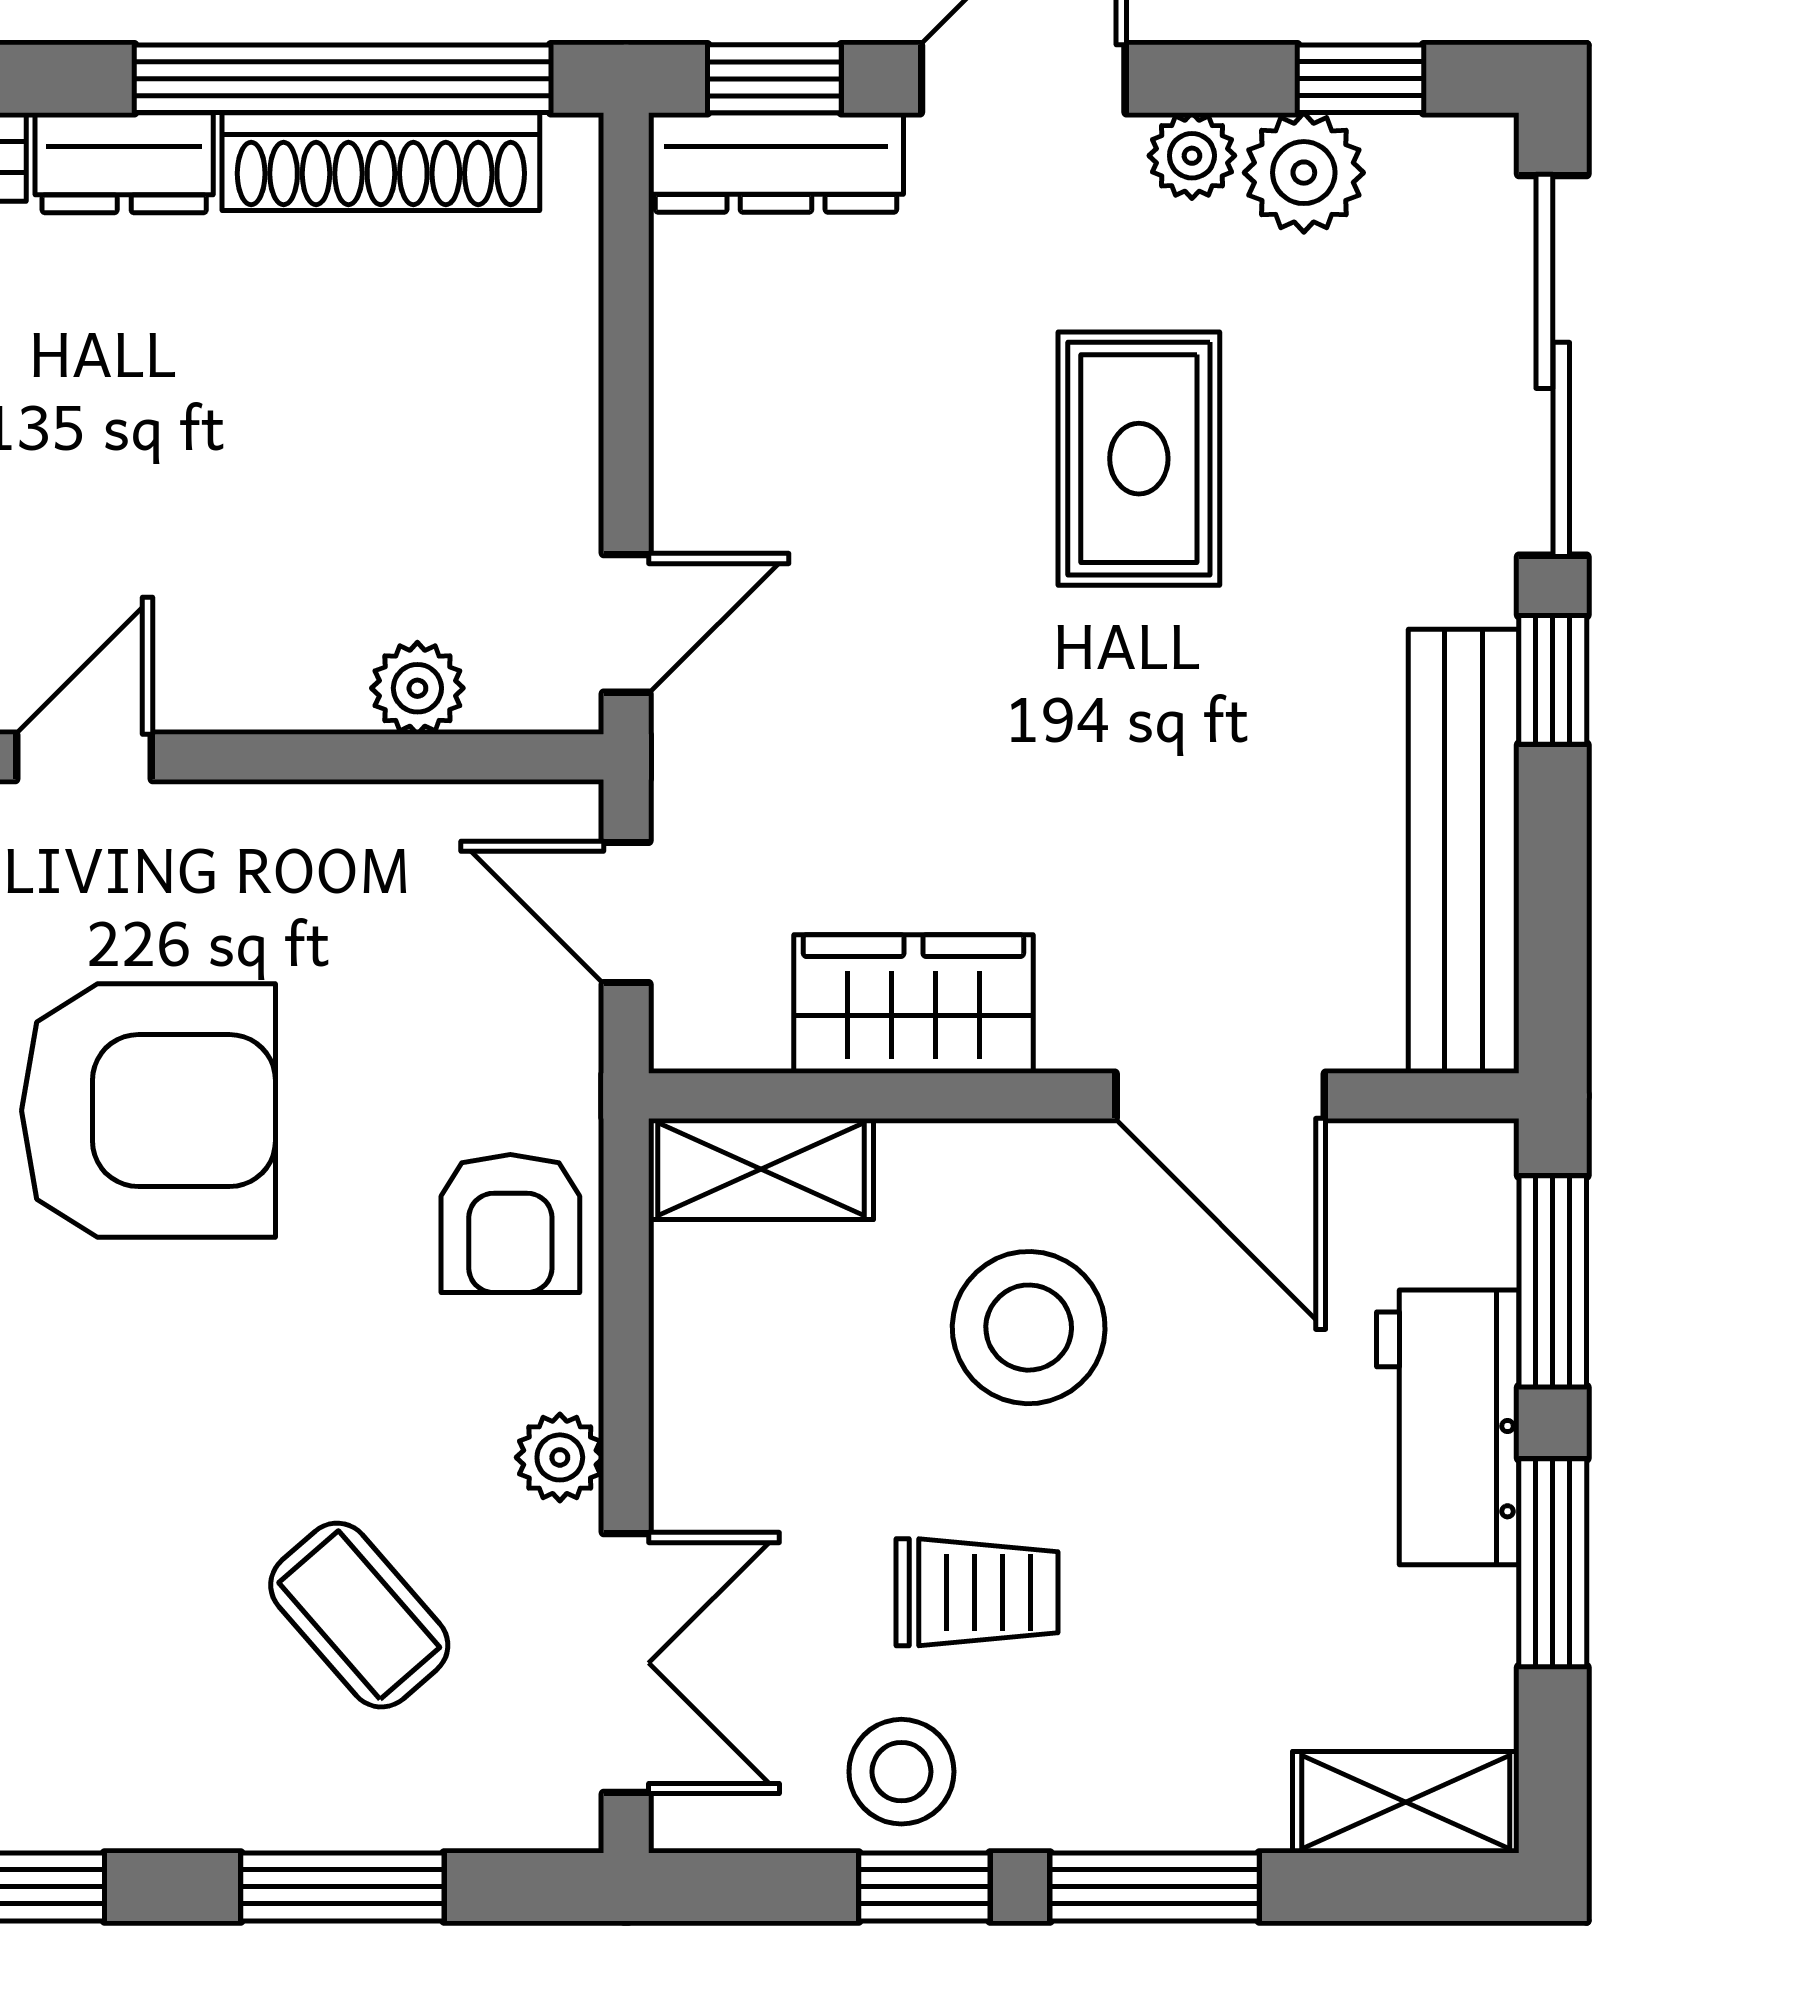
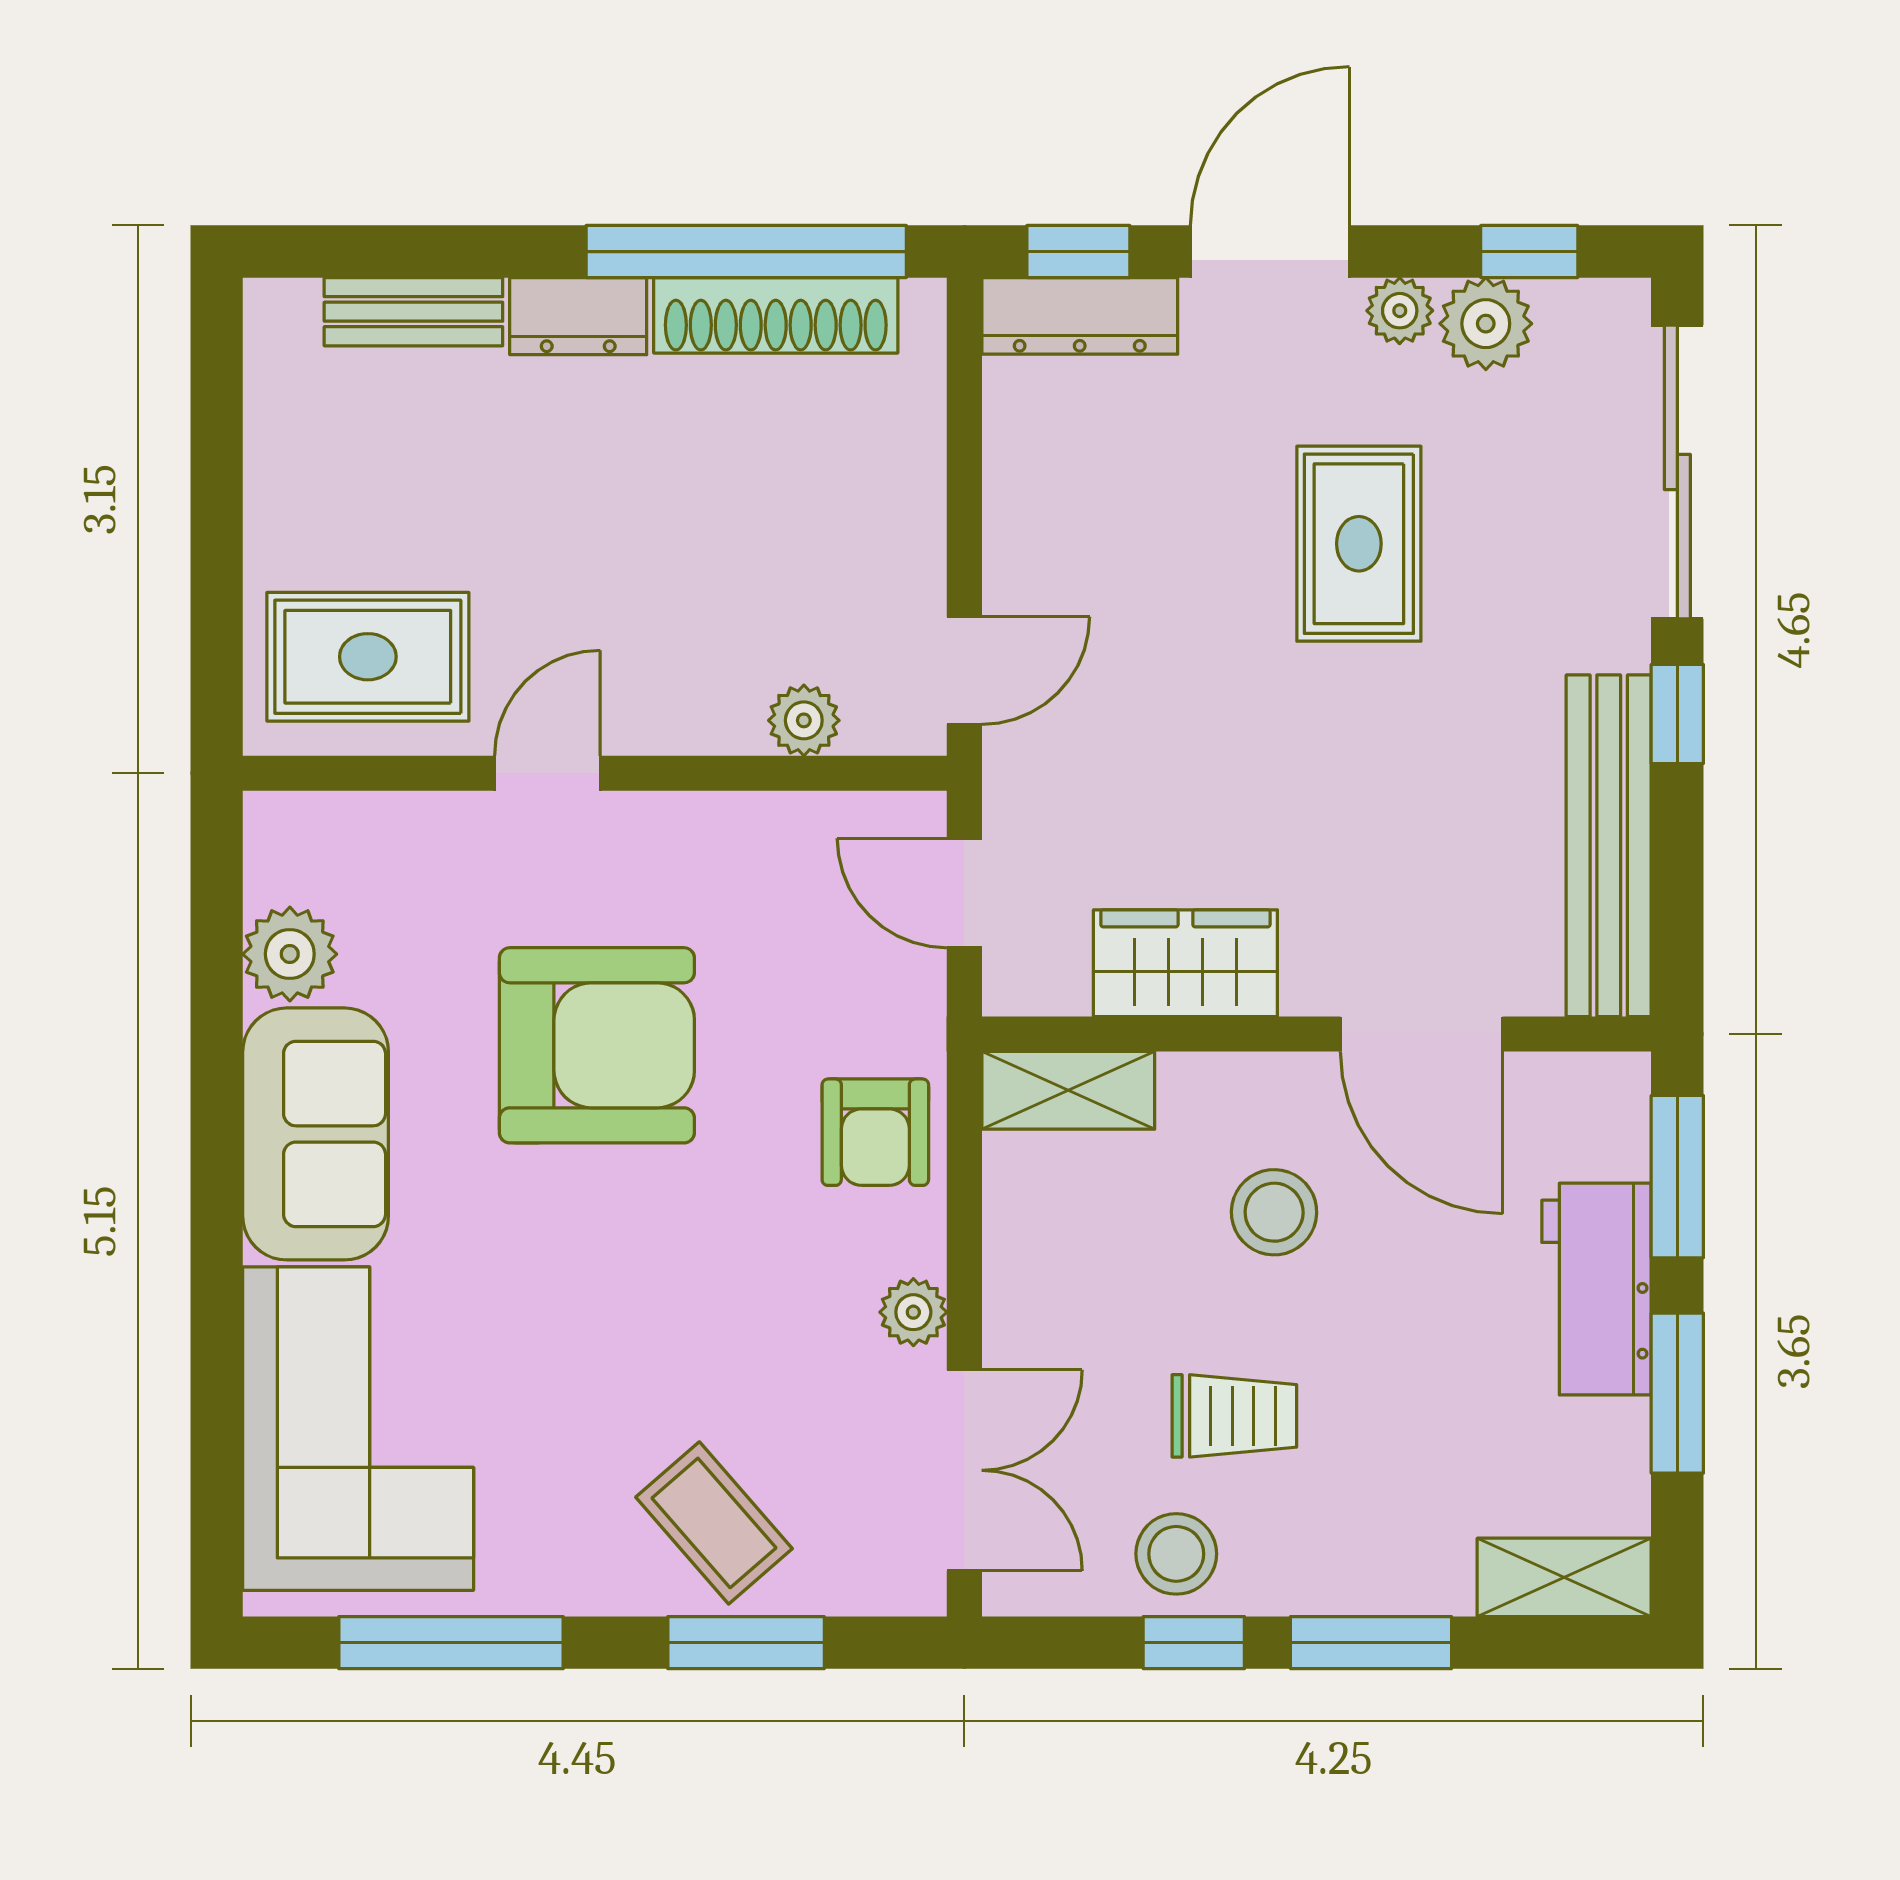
stool: (1029, 1328) -> (1274, 1212), width x0.73, depth x0.73
coffee table: (359, 1615) -> (714, 1523), moved

